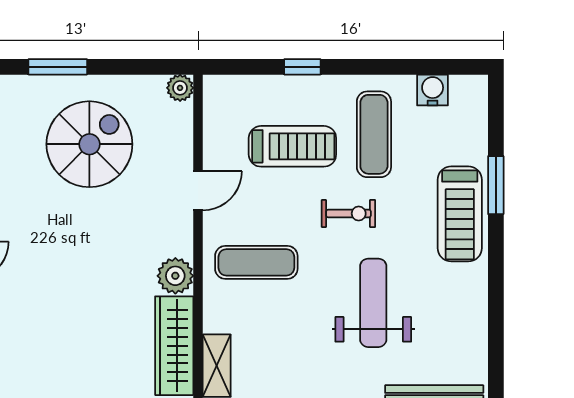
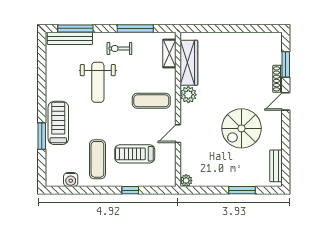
spiral stairs: (89, 144) -> (241, 128), moved
exercise bike: (348, 213) -> (119, 49), moved

